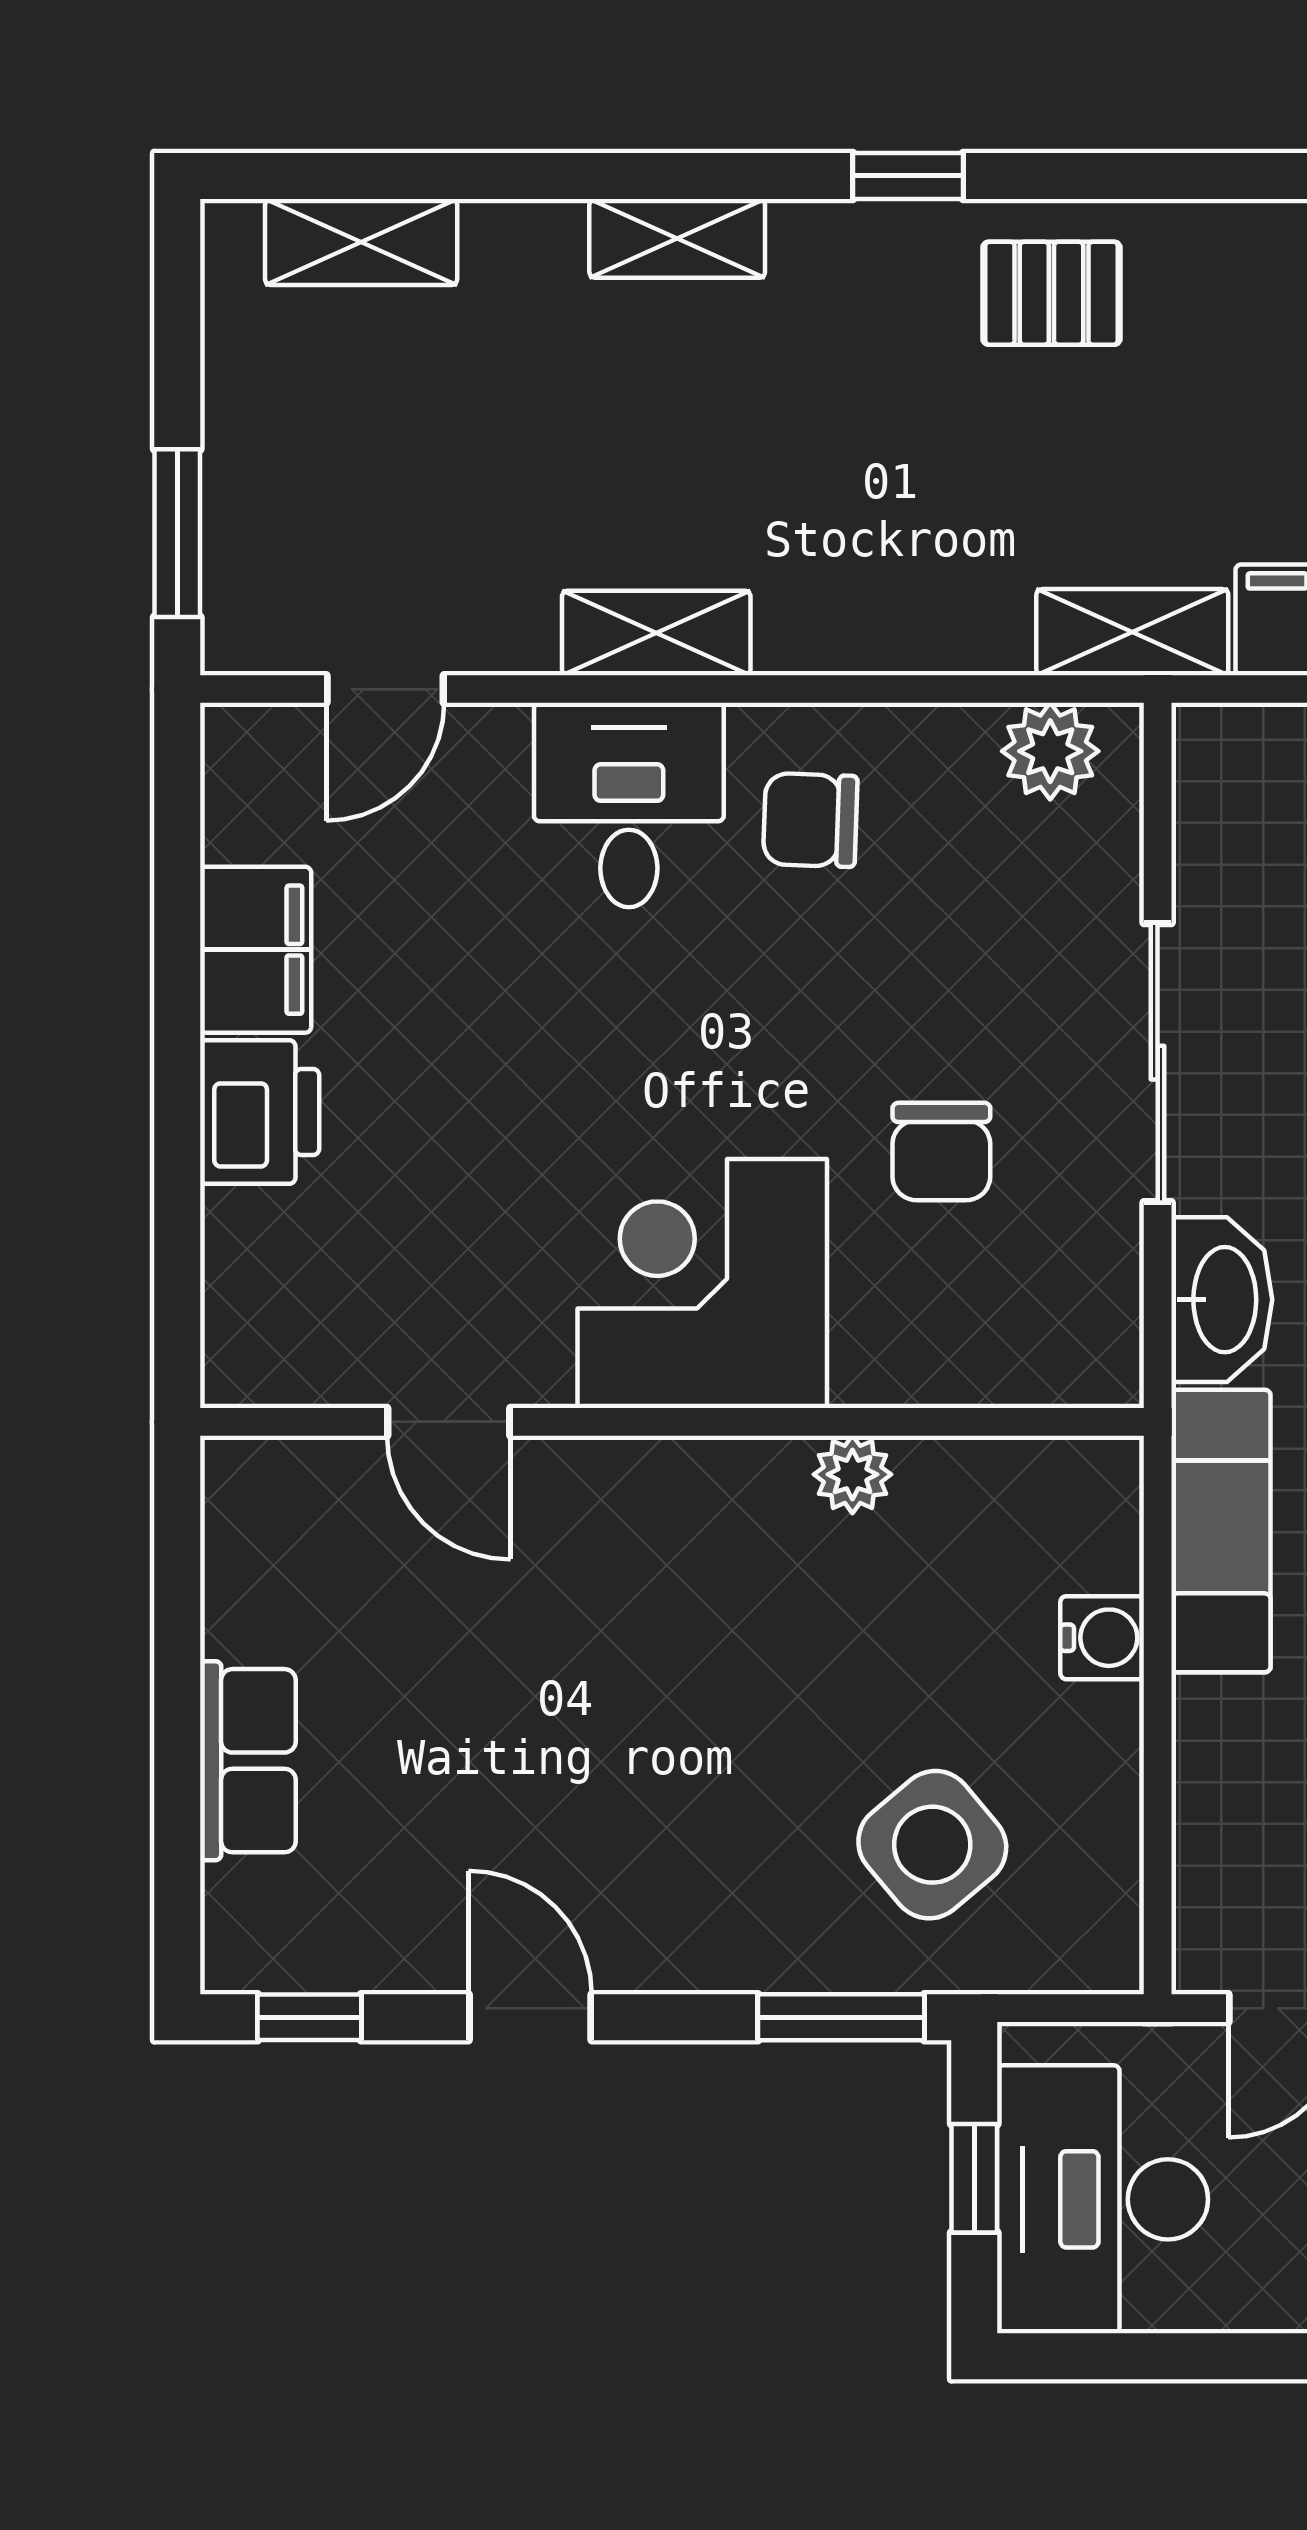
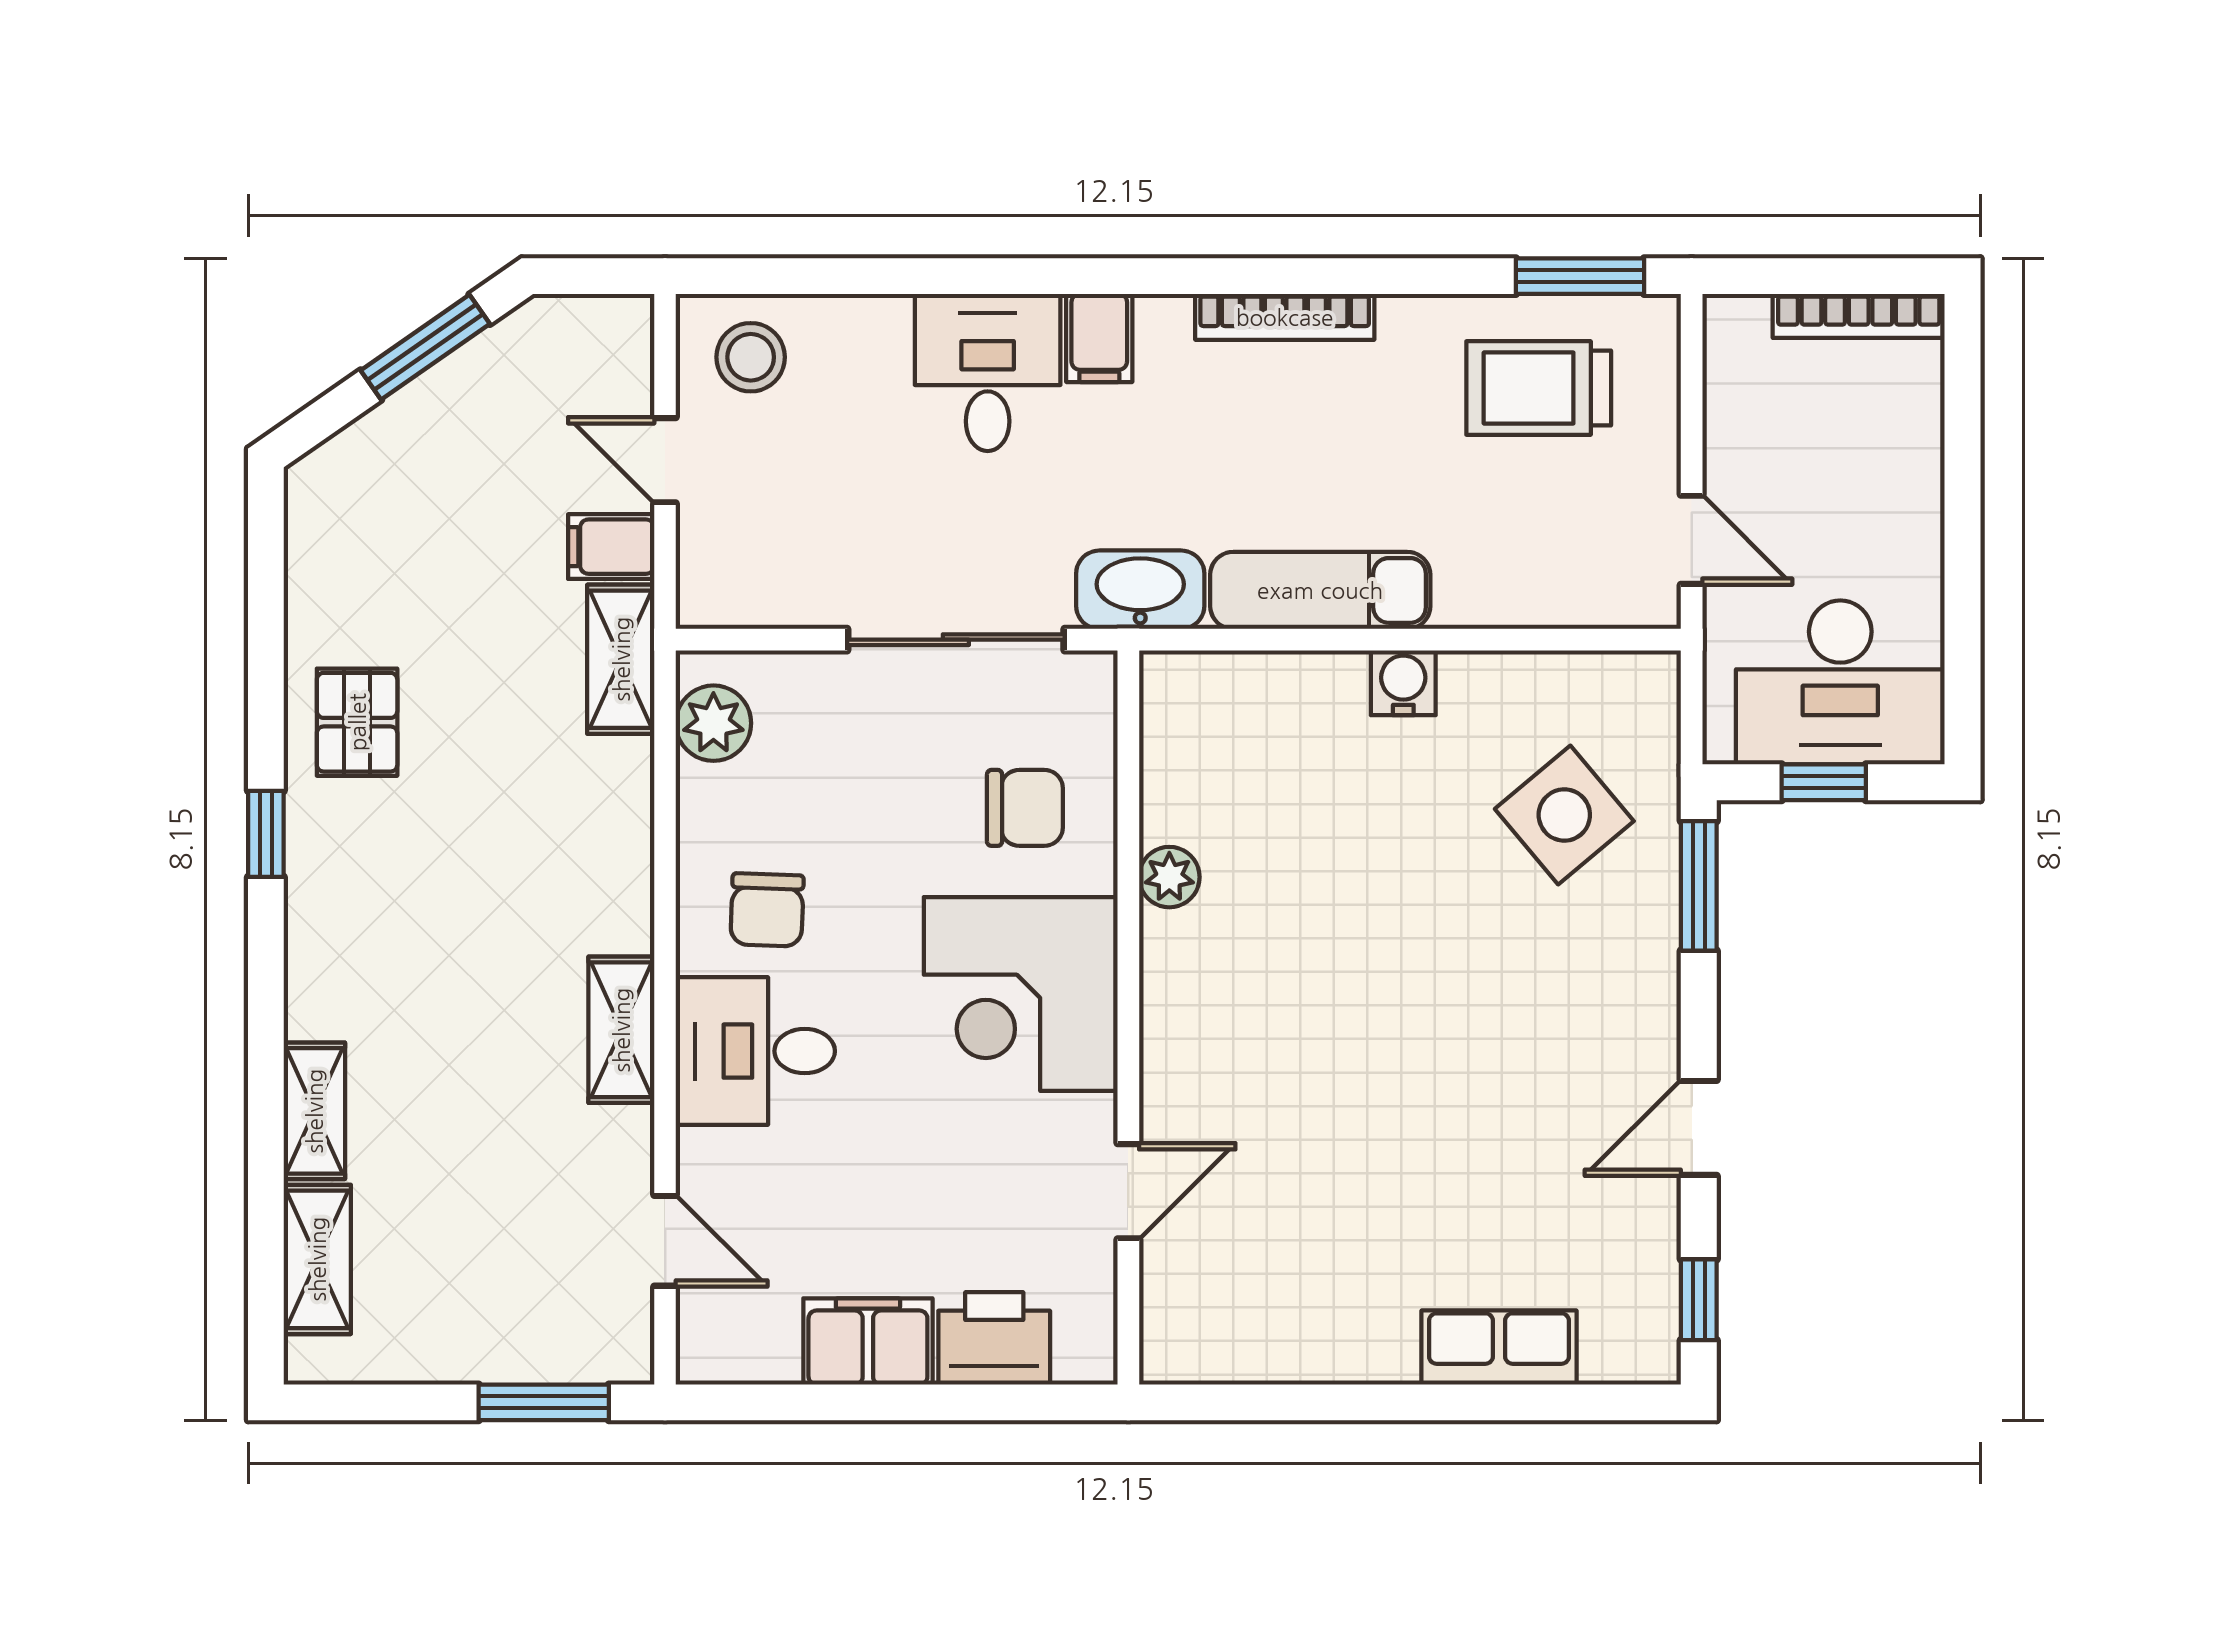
shelving: (677, 238) -> (314, 1111), moved
corner desk: (702, 1284) -> (1021, 994), moved
door: (449, 1422) -> (1128, 1191), moved
wall: (672, 1422) -> (1128, 1017), moved
plant: (852, 1474) -> (1169, 877), moved

